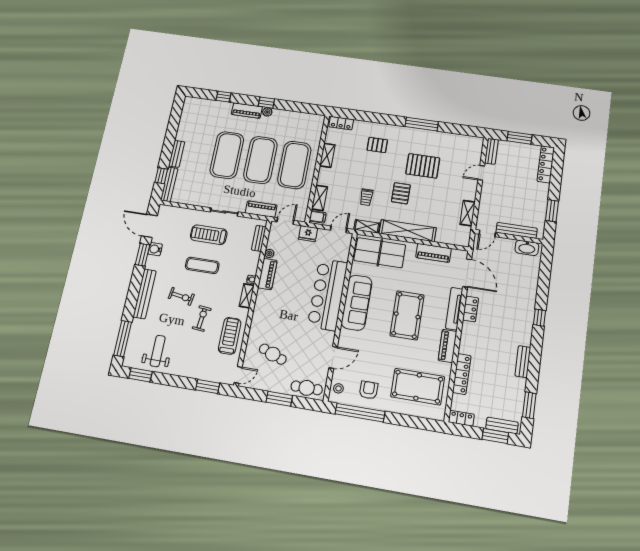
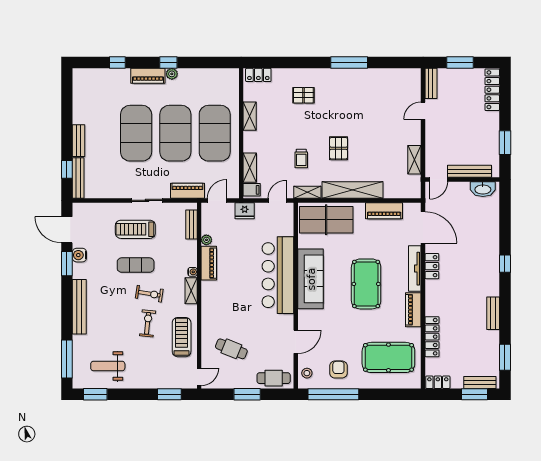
pallet: (423, 166) -> (358, 112), removed
exercise bike: (181, 296) -> (149, 294), moved
weight bench: (158, 351) -> (108, 366), turned -90

